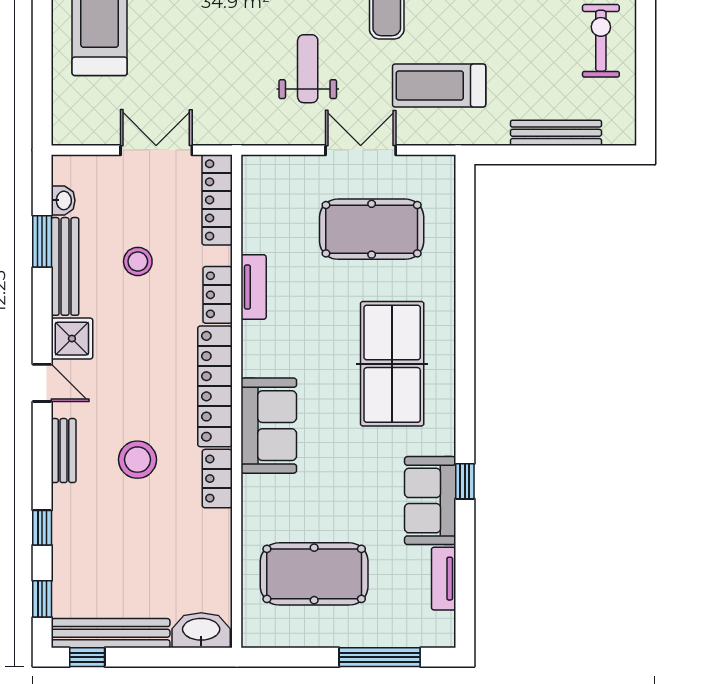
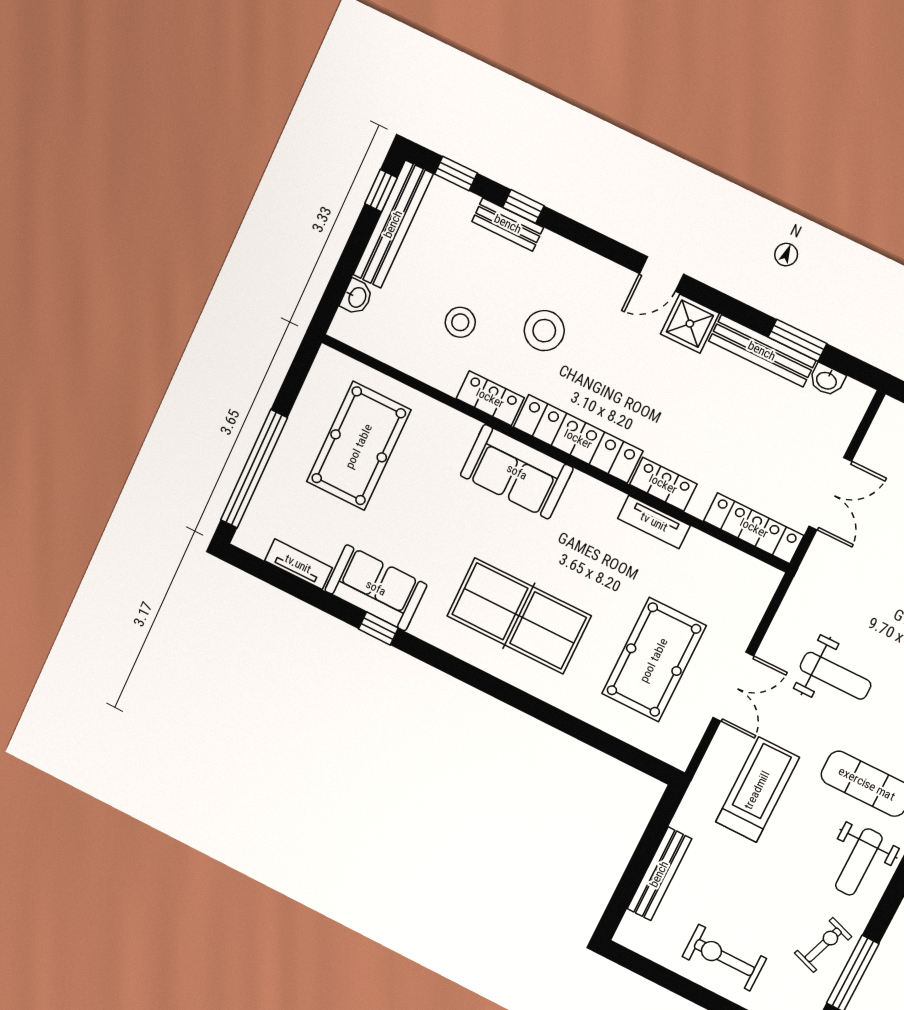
exercise bike: (601, 41) -> (724, 958), turned 180
stool: (138, 261) -> (460, 322), moved
bench: (64, 451) -> (508, 224), moved
washbasin: (201, 630) -> (357, 297), width x0.52, depth x0.69
window: (380, 657) -> (254, 469), width x1.46

